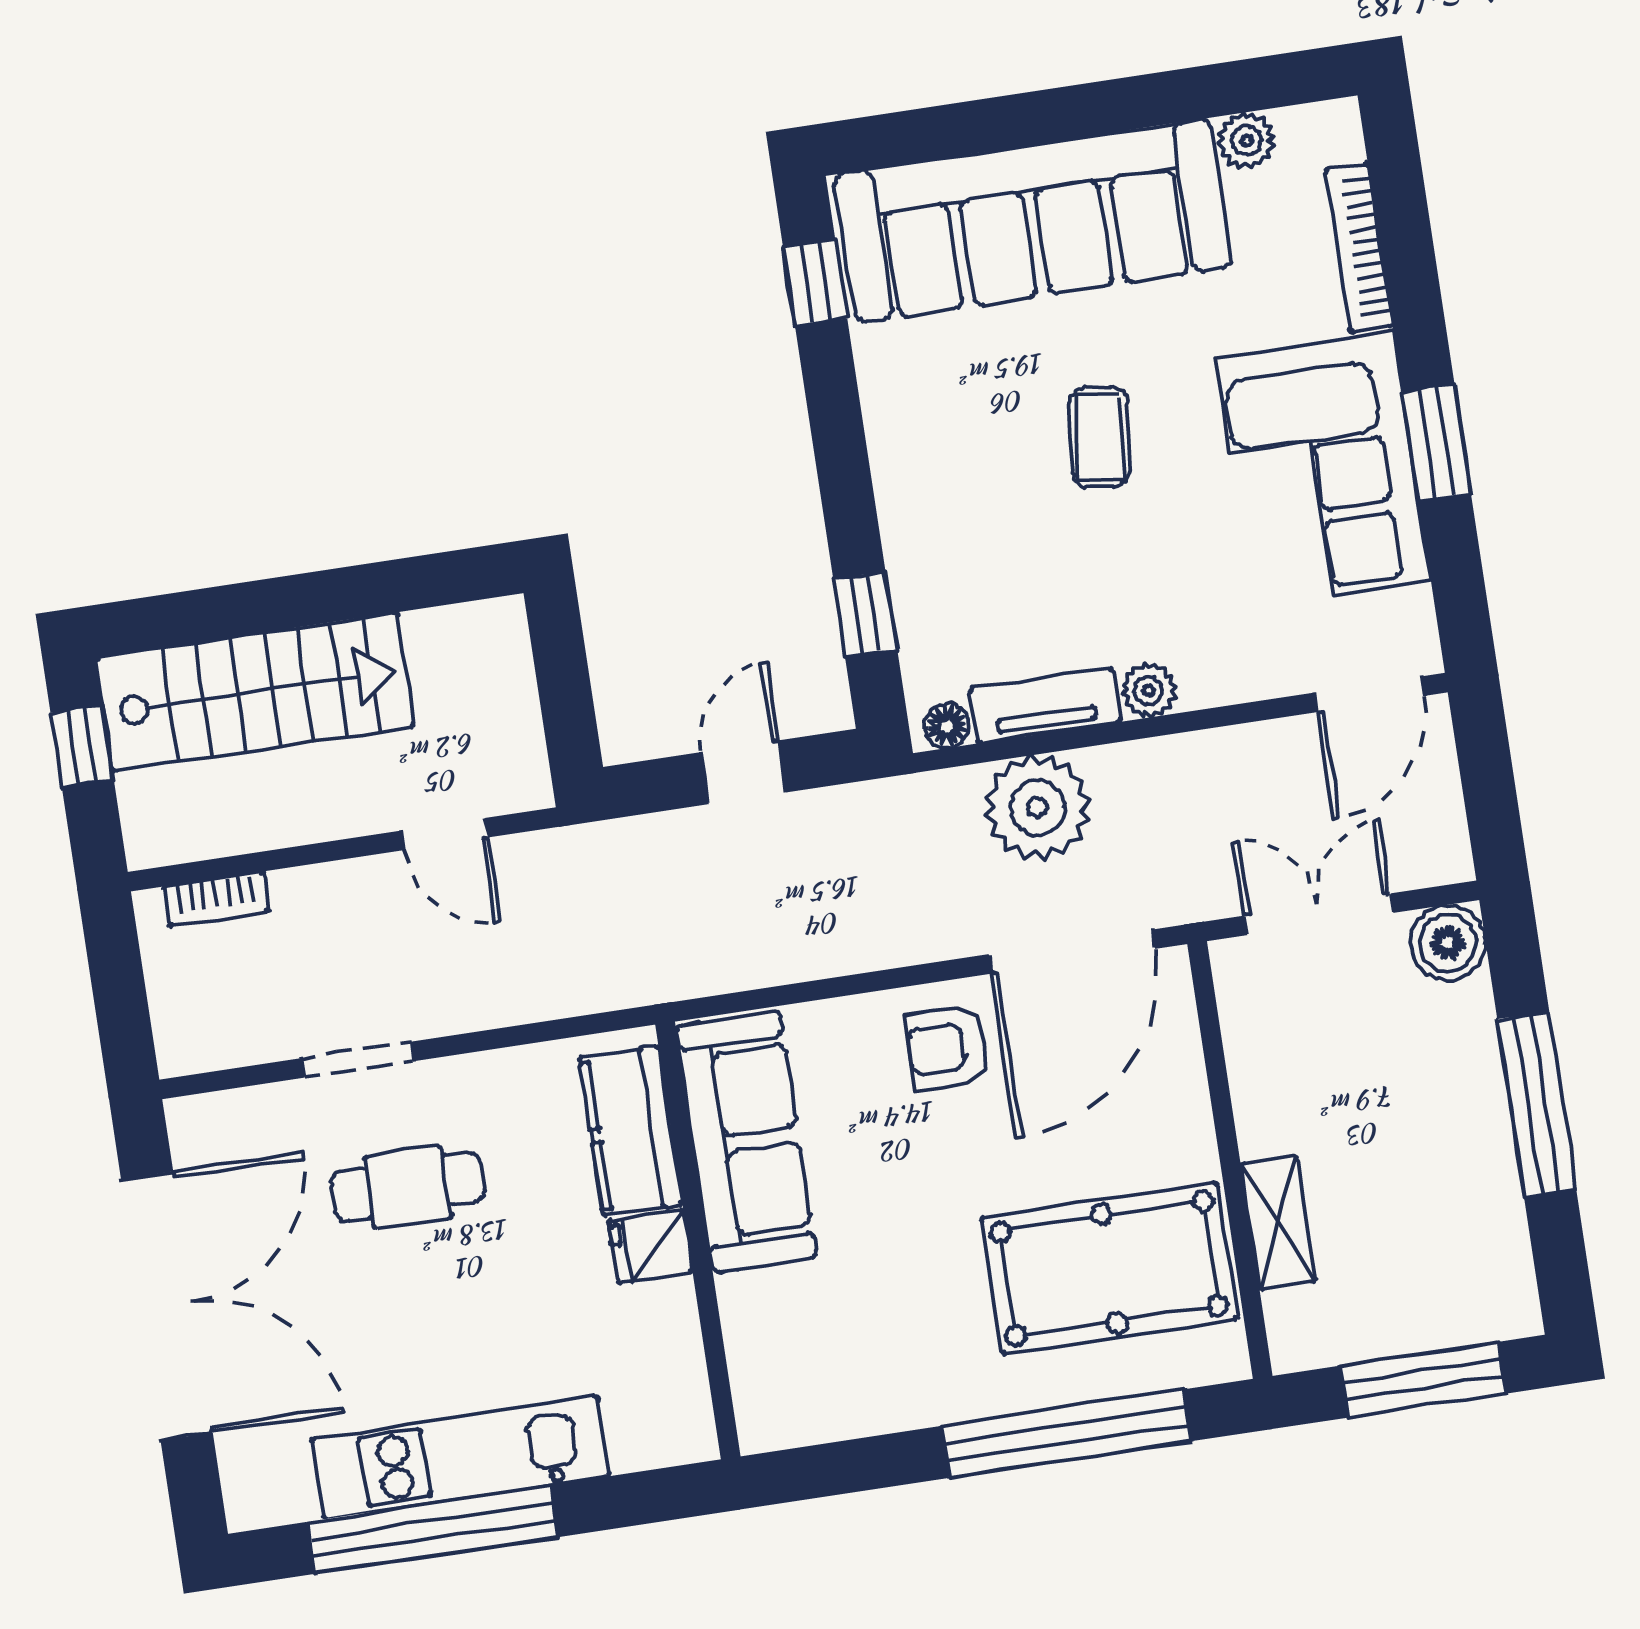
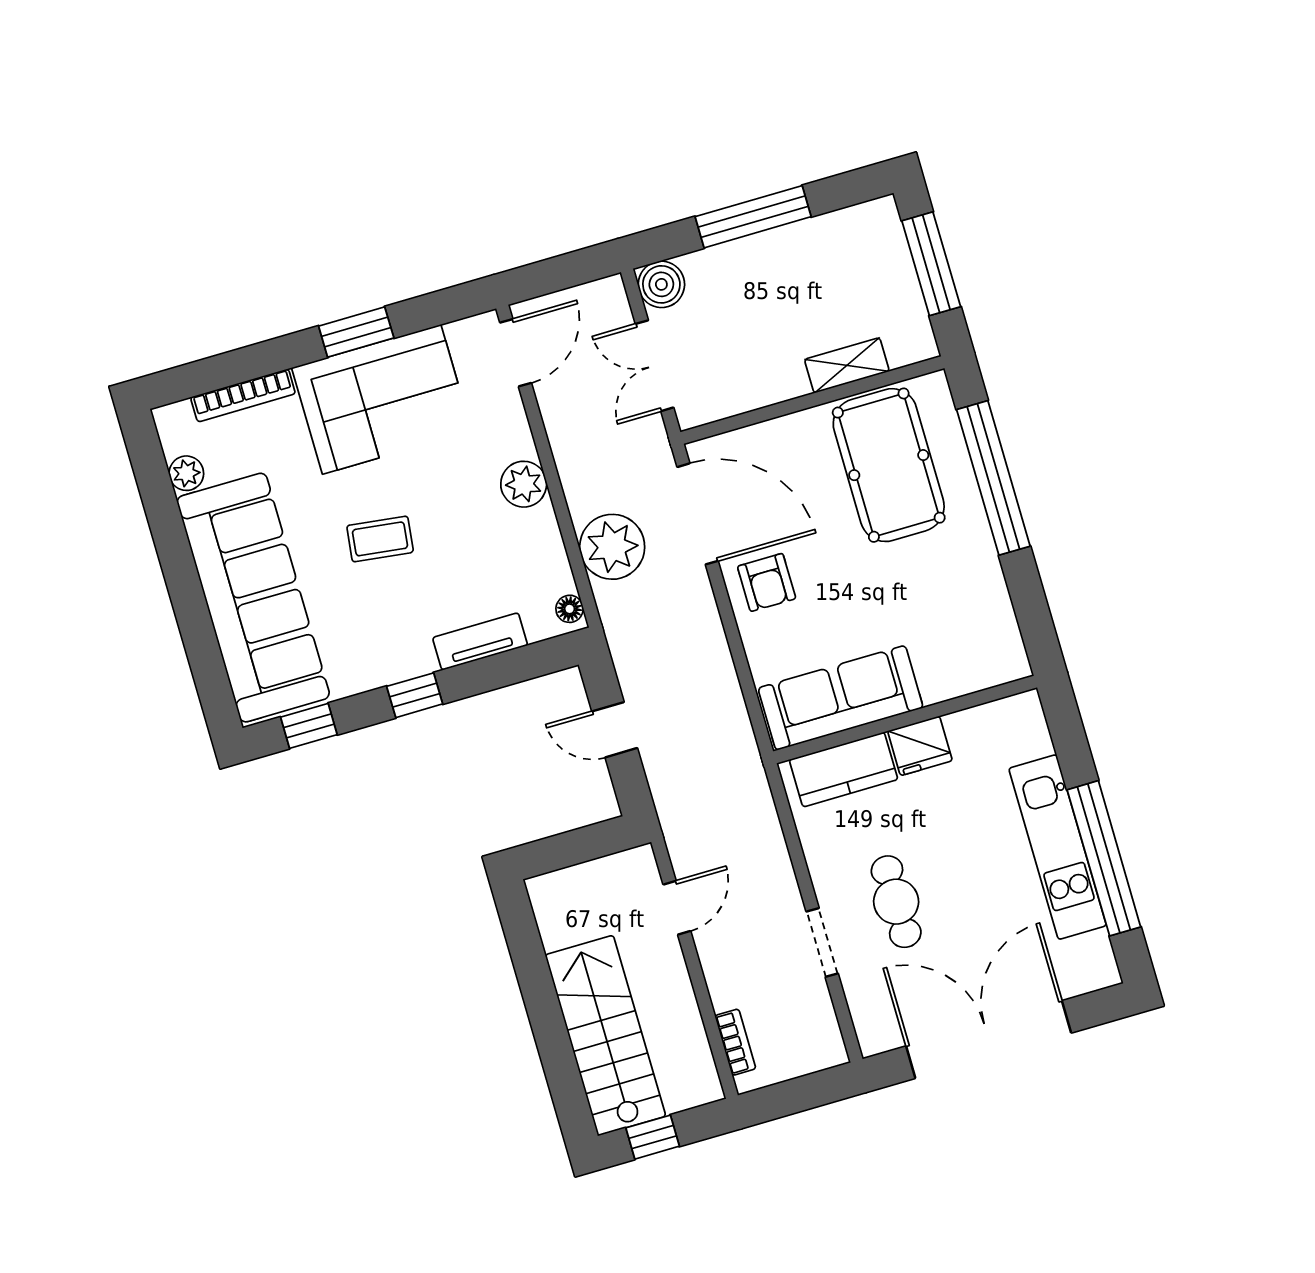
window: (865, 614) -> (415, 695), moved
plant: (1148, 690) -> (524, 484), width x1.38, depth x1.38
door: (1369, 694) -> (516, 353), hinge flipped
tv unit: (1045, 705) -> (480, 641), moved, turned 90
fridge: (651, 1246) -> (920, 746), width x1.38

